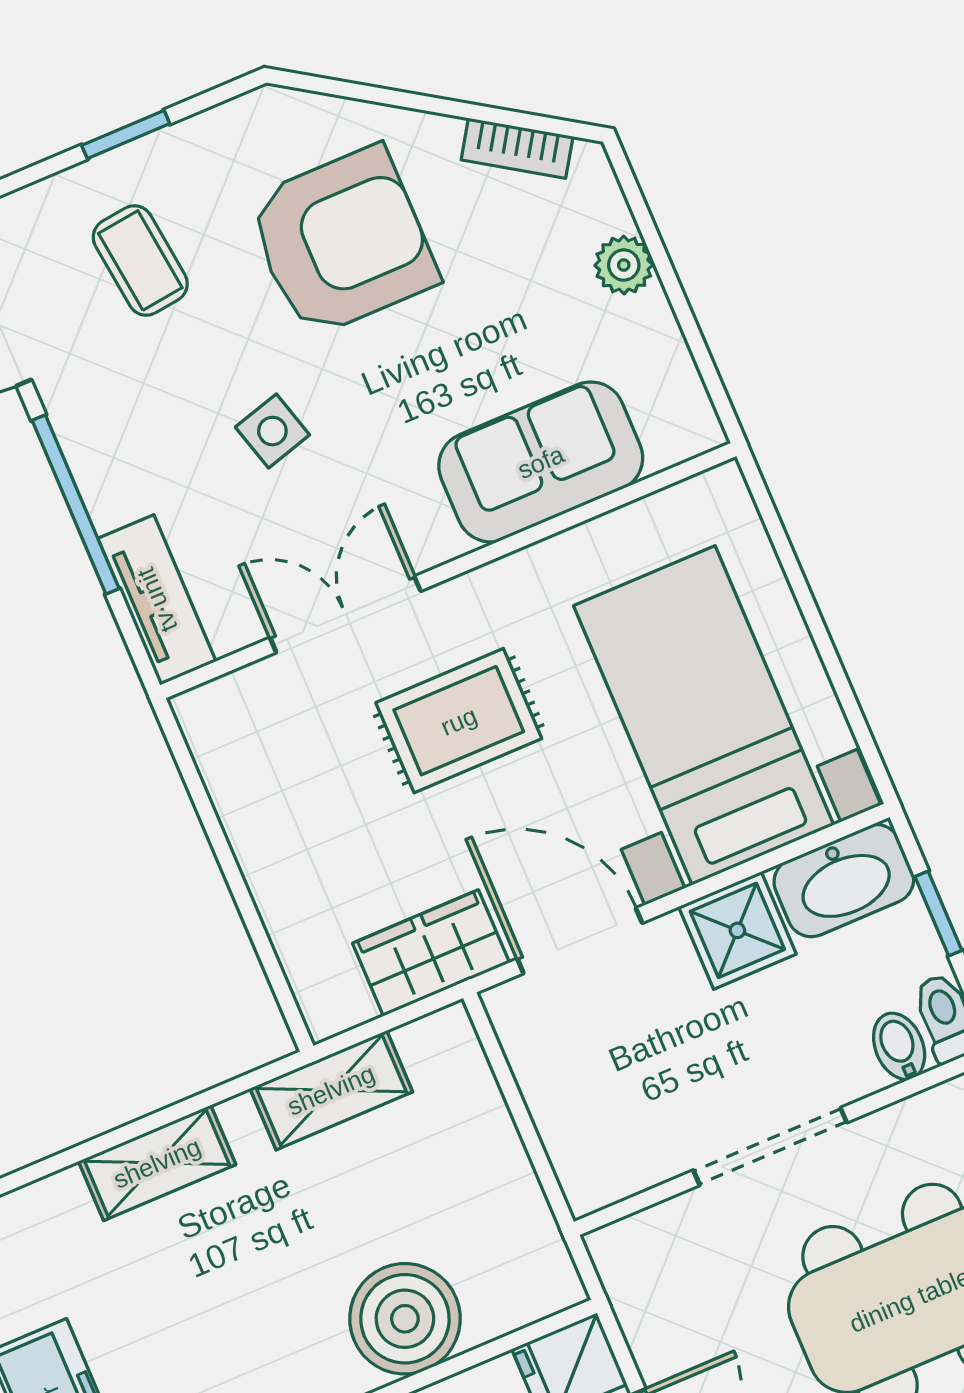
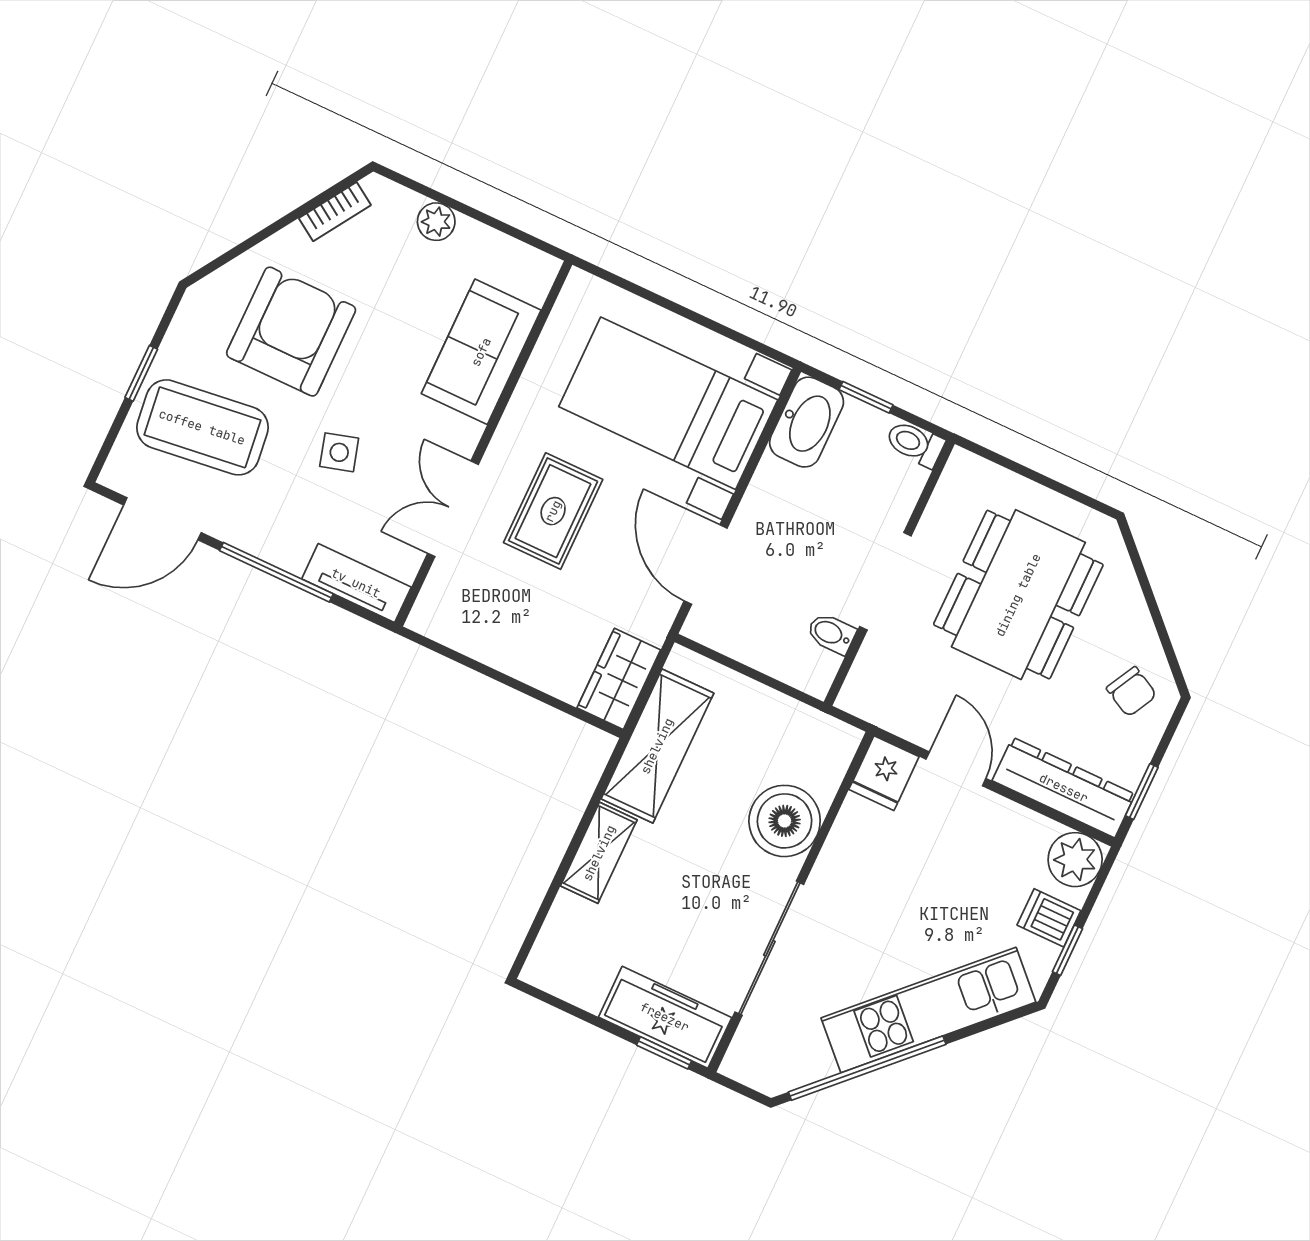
coffee table: (140, 260) -> (202, 427), width x1.86, depth x1.72
shower: (737, 930) -> (777, 492), removed
door: (580, 941) -> (706, 565), hinge flipped
wardrobe: (431, 953) -> (619, 679), moved
bidet: (899, 1046) -> (831, 634), moved
shelving: (331, 1090) -> (657, 746), width x1.50, depth x1.33

